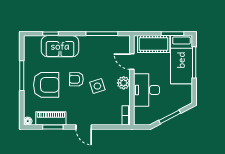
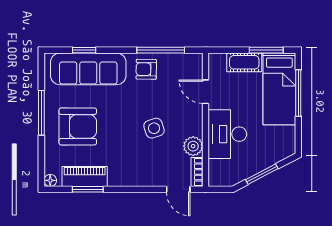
cot: (154, 44) -> (244, 62), width x0.73, depth x0.75
sofa: (60, 46) -> (88, 69), width x1.36
armchair: (76, 79) -> (146, 69), moved
plant: (124, 83) -> (193, 146), moved
door: (84, 127) -> (178, 189), moved

